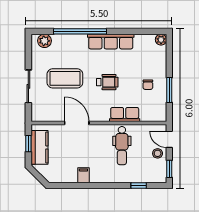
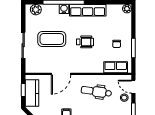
water cooler: (80, 40) -> (64, 9), added
row of seats: (125, 115) -> (116, 67), moved
door: (77, 123) -> (61, 74), swing flipped
dental chair: (122, 146) -> (96, 92), turned 98

